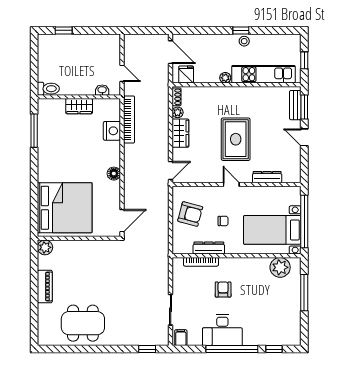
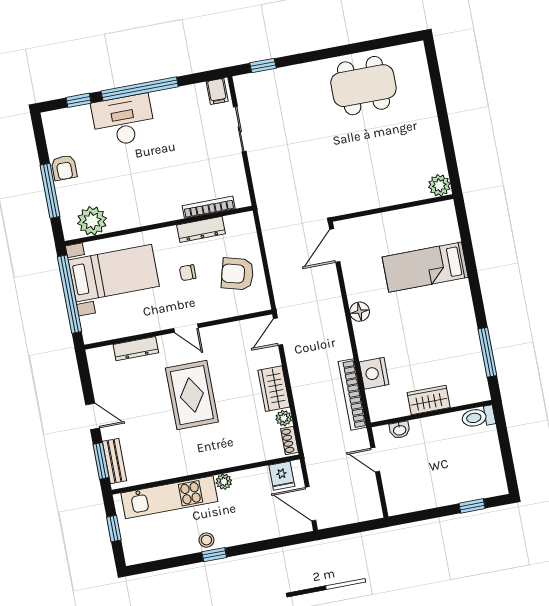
bed: (65, 208) -> (425, 267), width x0.49
piano: (45, 287) -> (429, 128), removed
armchair: (223, 290) -> (64, 168), moved
desk: (222, 330) -> (123, 120), moved

